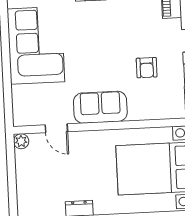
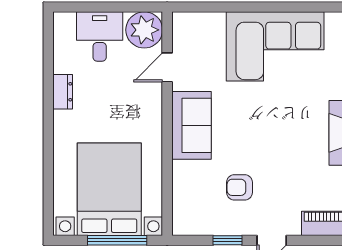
plant: (21, 141) -> (144, 30), width x1.88, depth x1.88
desk: (35, 182) -> (100, 36), added

